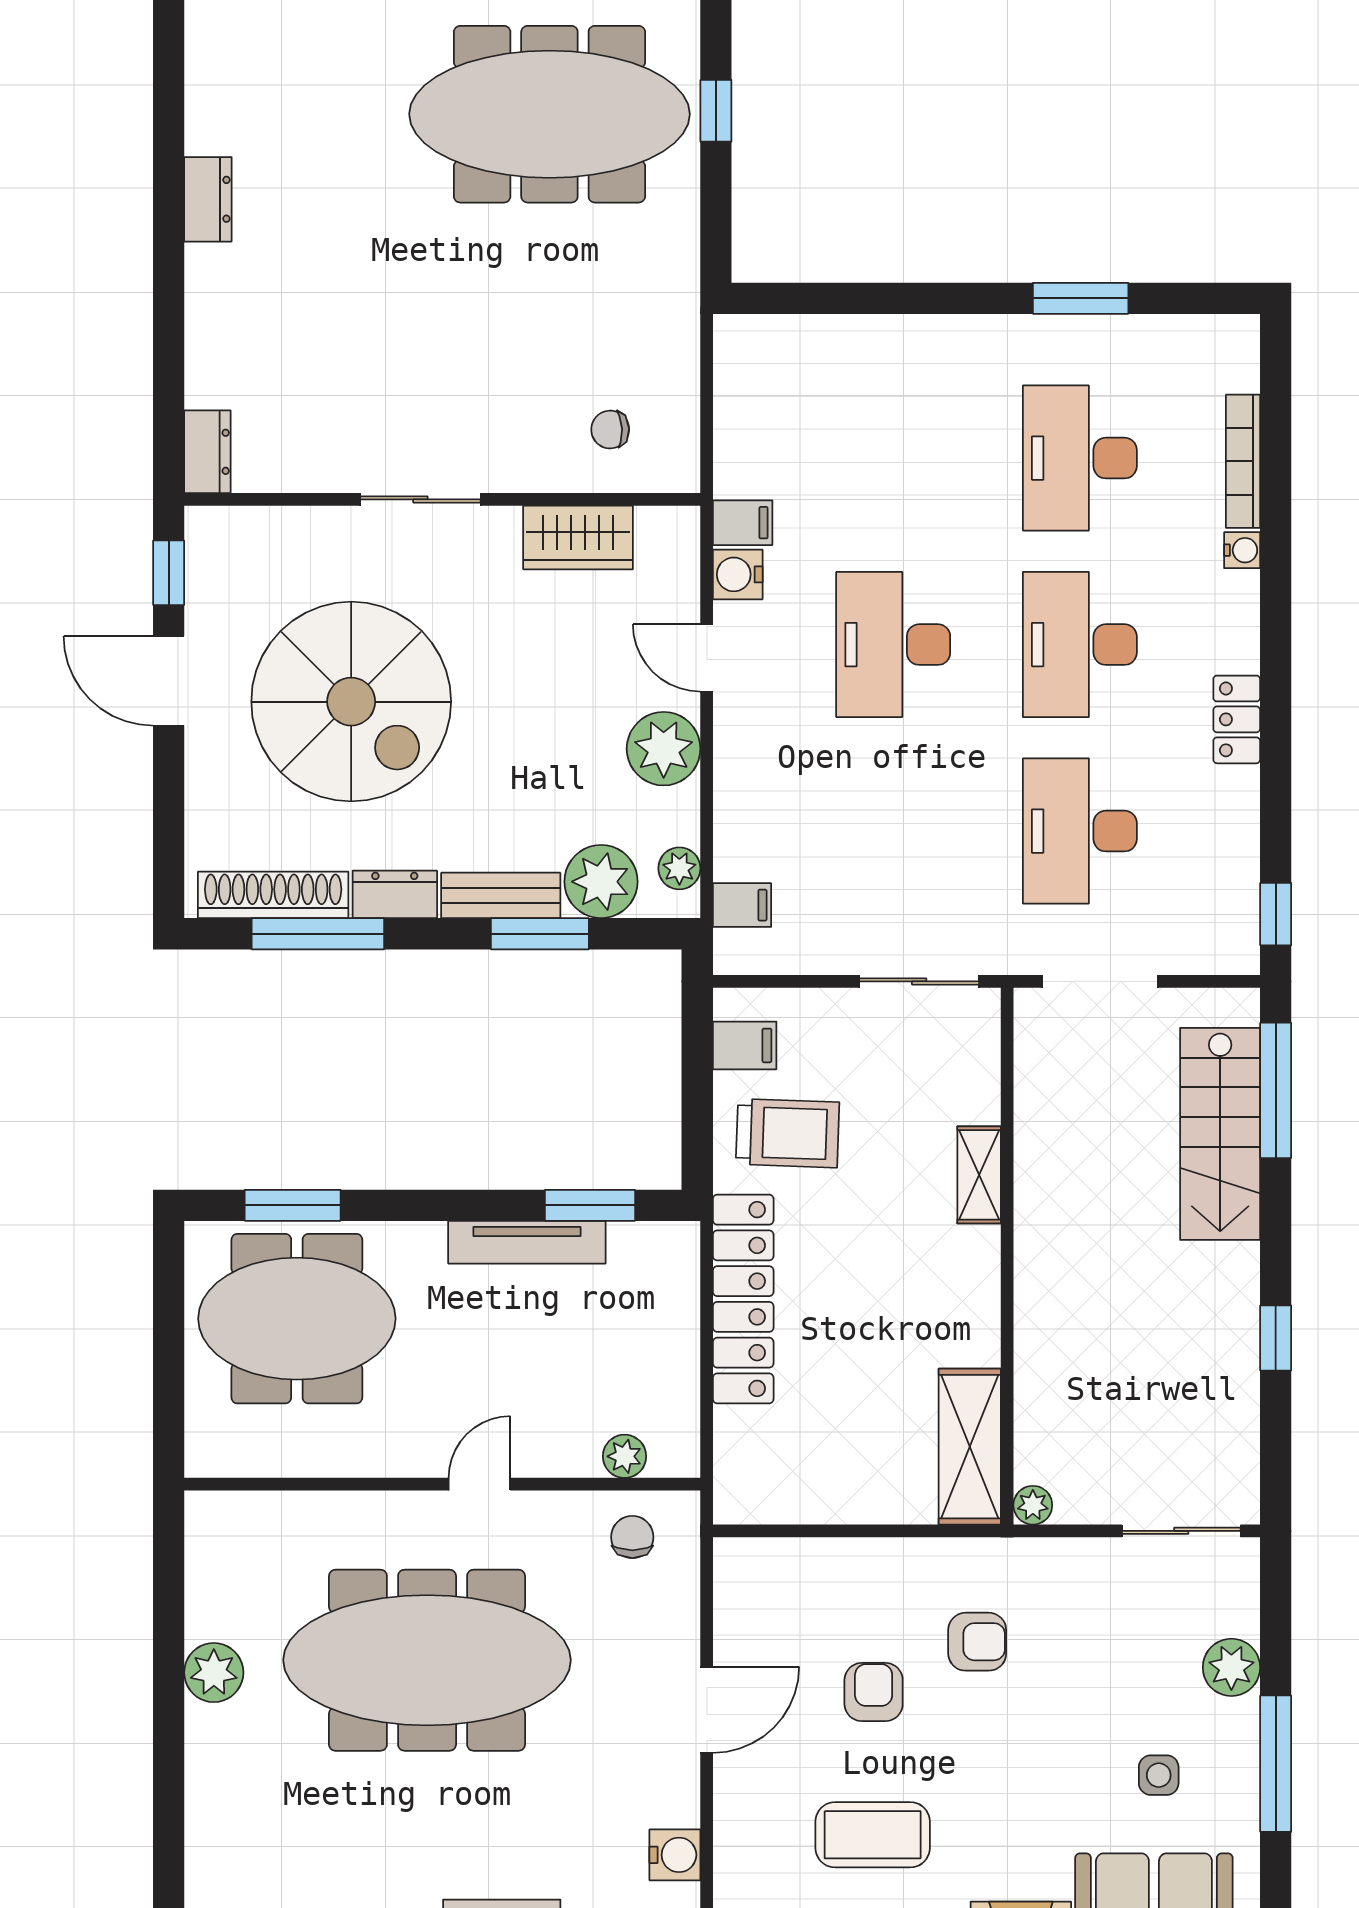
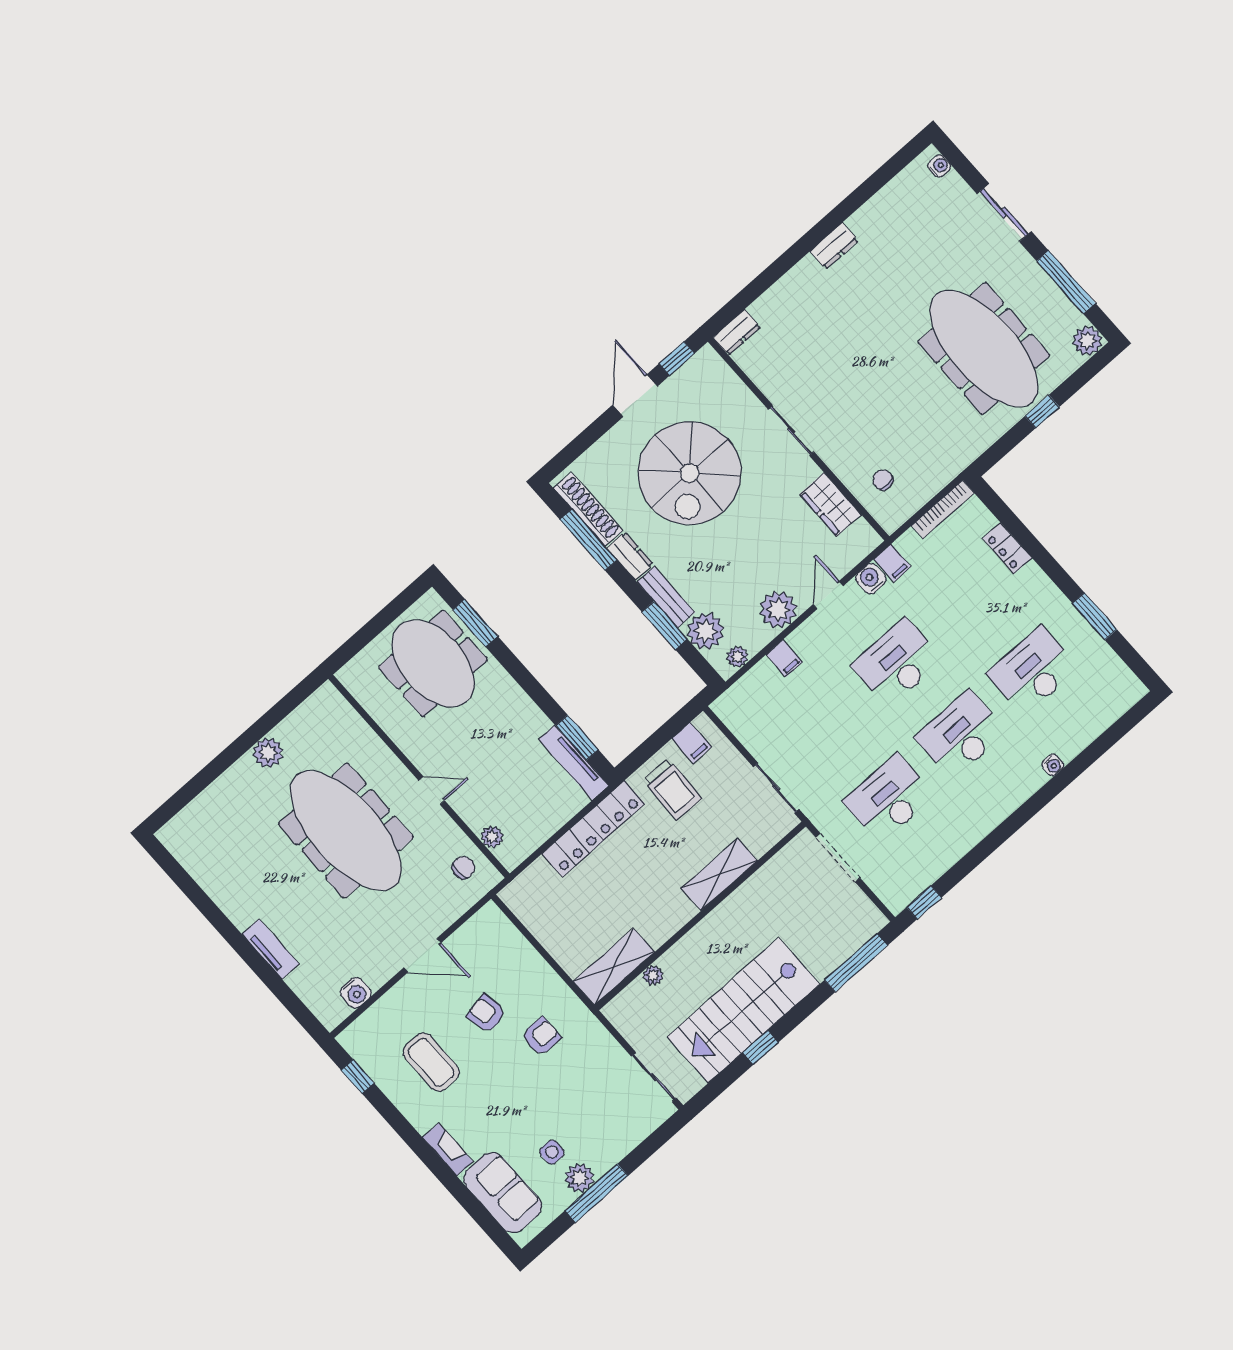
bookcase: (1243, 461) -> (943, 509), moved, turned 180
locker: (1237, 719) -> (1007, 548), moved, turned -90
filing cabinet: (742, 905) -> (784, 658), moved
stairs: (1220, 1134) -> (743, 1010), moved, width x1.36, depth x1.51
shelving: (979, 1175) -> (719, 875), width x1.50, depth x1.33
tv unit: (527, 1242) -> (574, 763), moved
plant: (1033, 1505) -> (653, 975), moved
armchair: (977, 1642) -> (541, 1036), turned -90
plant: (1231, 1667) -> (580, 1178), moved
armchair: (874, 1692) -> (486, 1014), turned -101

